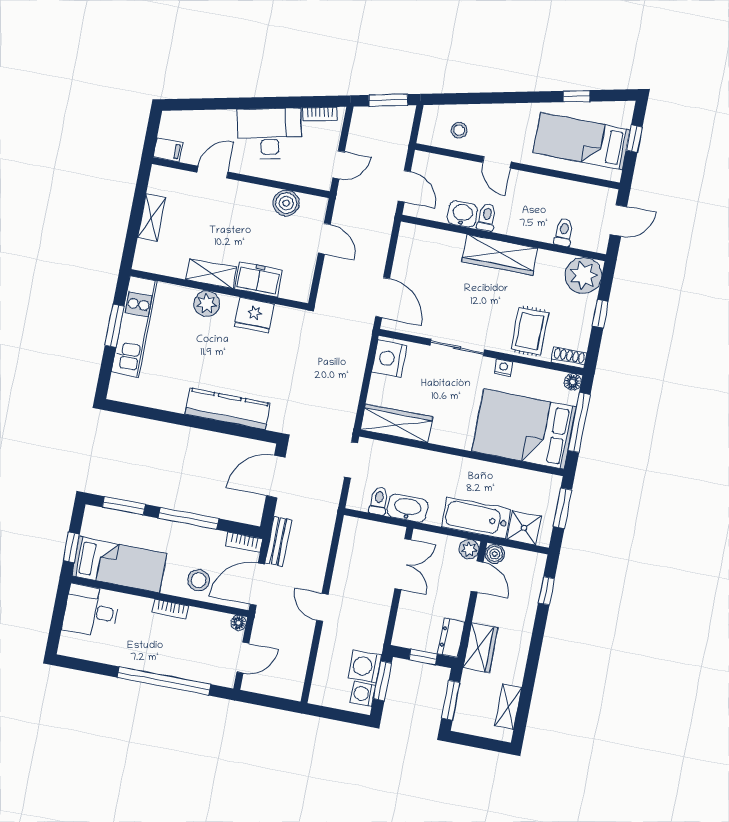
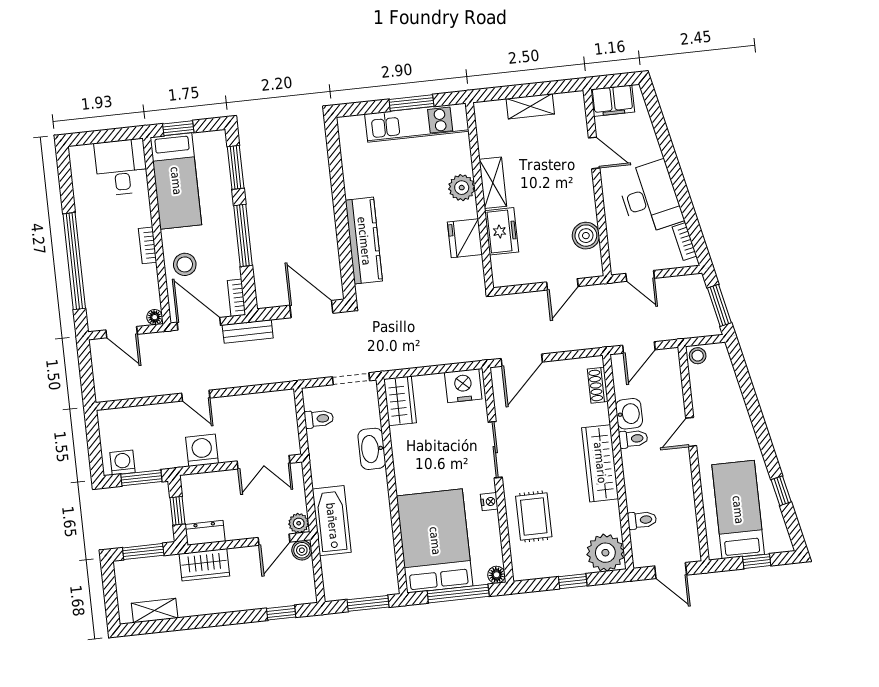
stool: (459, 130) -> (698, 356), moved
filing cabinet: (168, 150) -> (613, 101), width x2.00
rug: (530, 331) -> (534, 516), turned 90
shoe rack: (569, 357) -> (598, 385), moved, turned 180
wardrobe: (397, 423) -> (400, 401), width x0.67
washbasin: (408, 508) -> (372, 449), moved, turned 180
shower: (524, 528) -> (337, 571), removed
door: (322, 607) -> (196, 396), swing flipped
washing machine: (365, 667) -> (202, 450), moved

